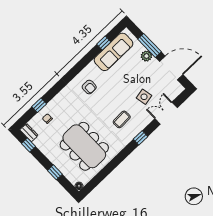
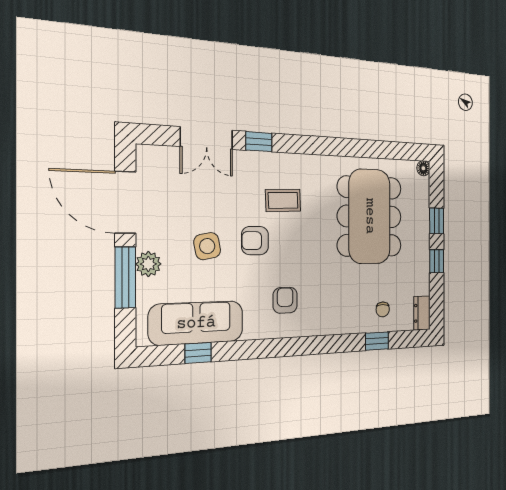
armchair: (119, 97) -> (255, 241), added
side table: (144, 97) -> (207, 246), moved
window: (140, 138) -> (259, 142), moved
window: (28, 145) -> (437, 261), moved

